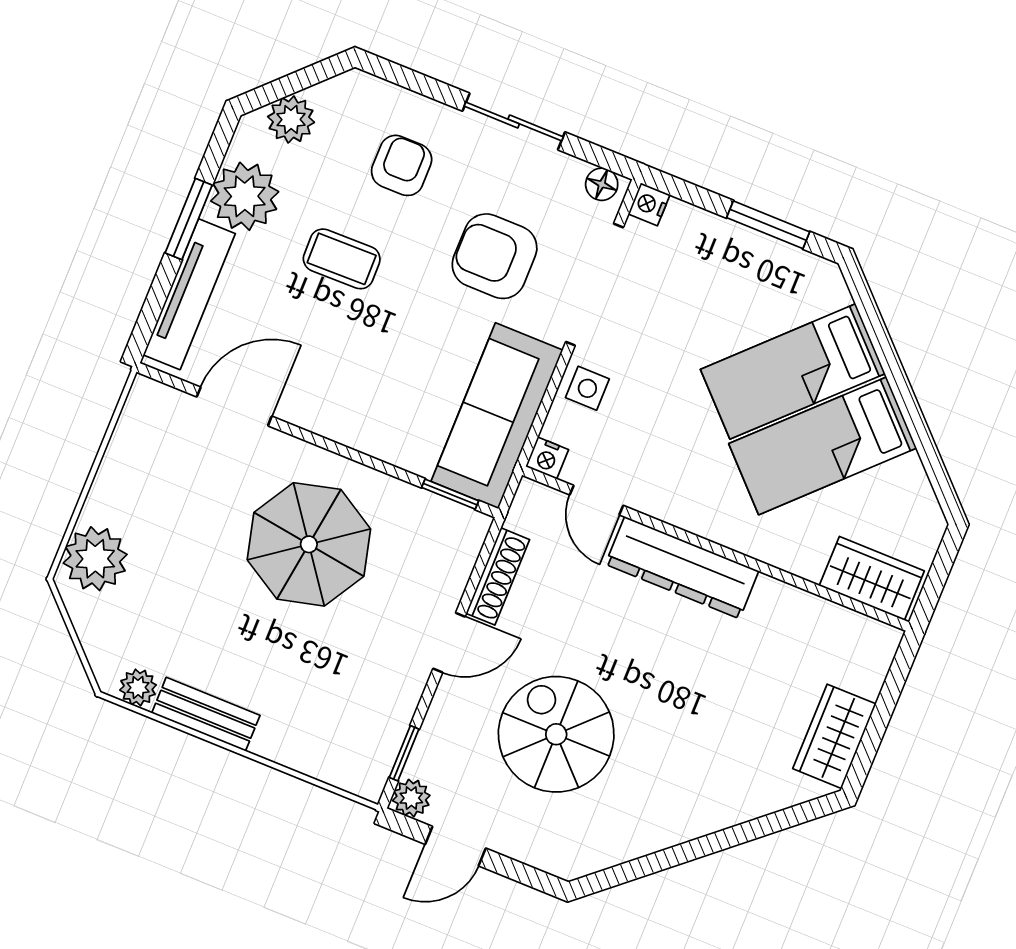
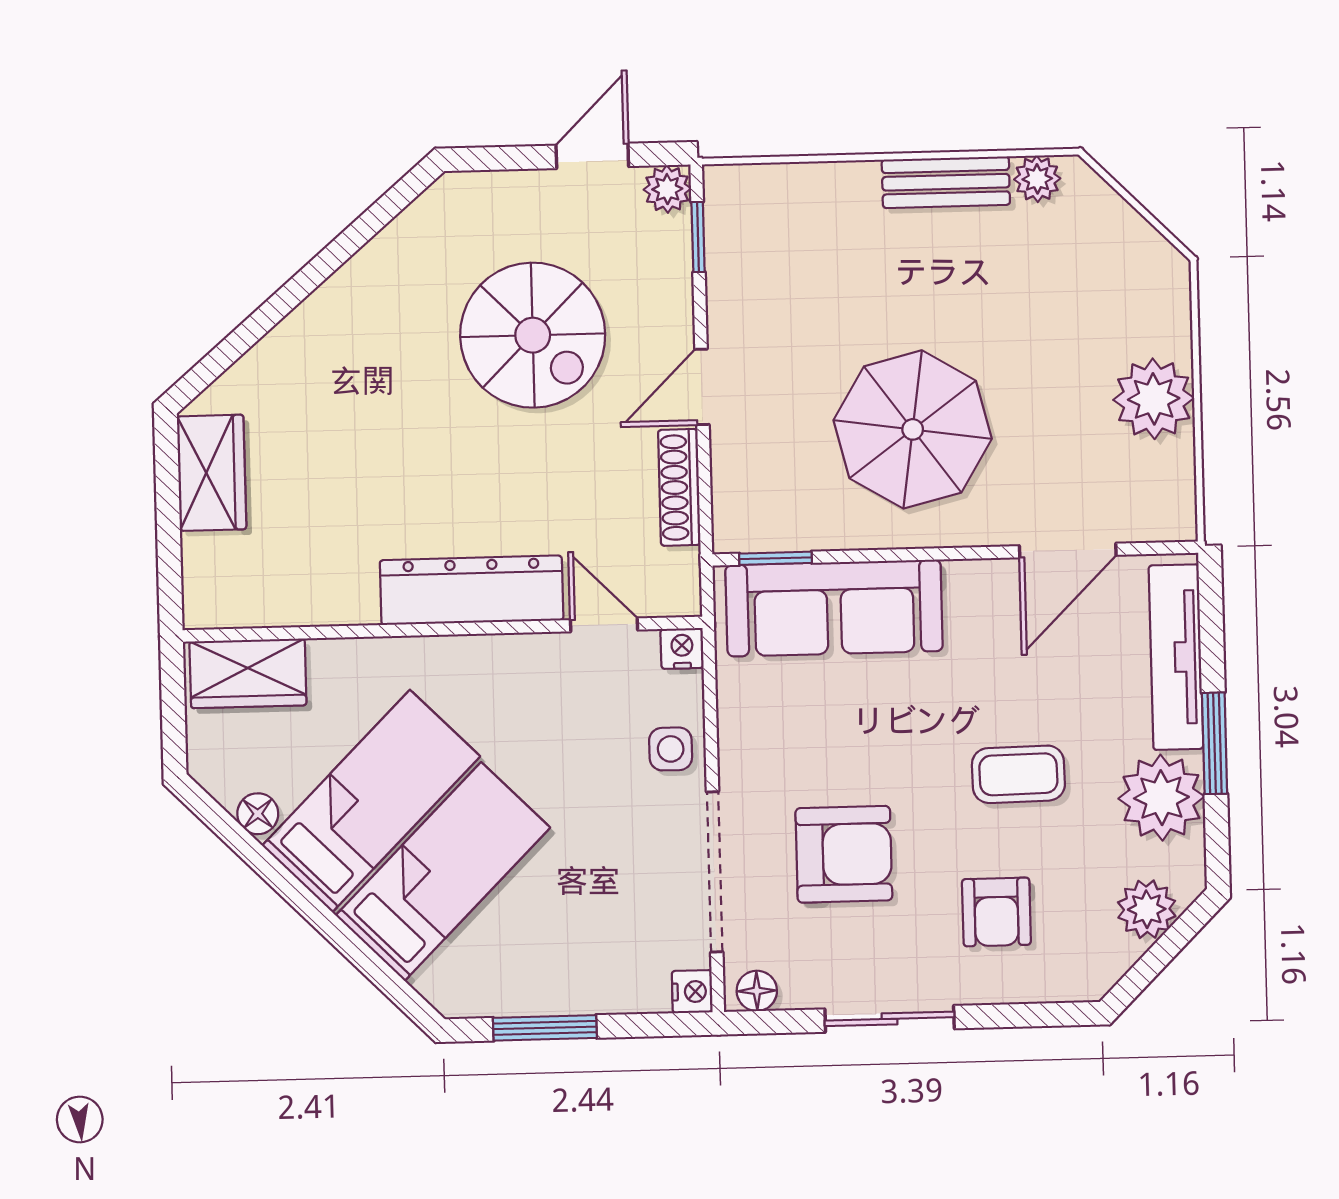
sofa: (497, 416) -> (834, 608), moved, turned 90
floor lamp: (909, 473) -> (258, 814), added
plant: (95, 559) -> (1154, 399), moved

